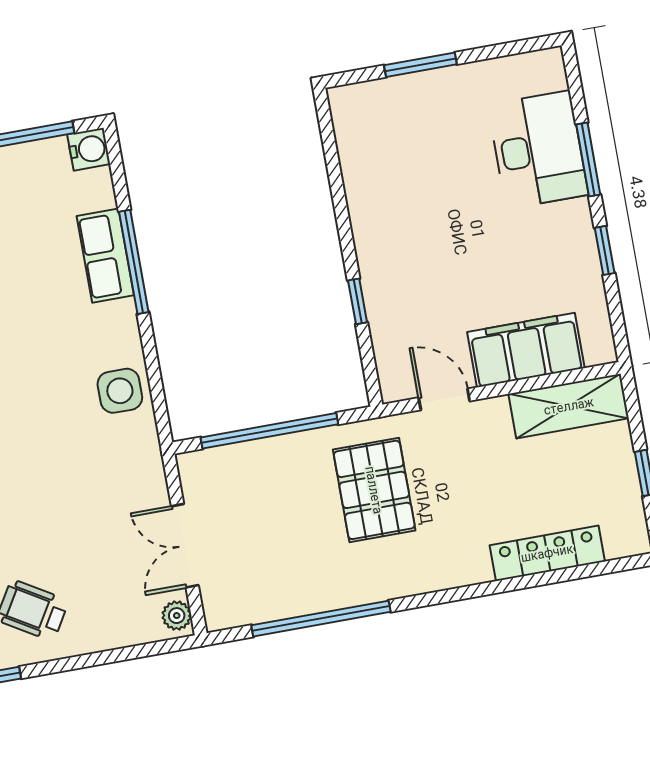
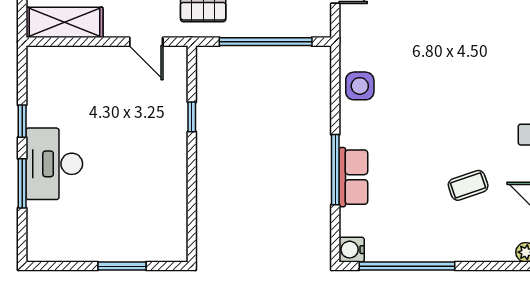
desk: (538, 150) -> (54, 164), moved
filing cabinet: (526, 350) -> (86, 65), removed

